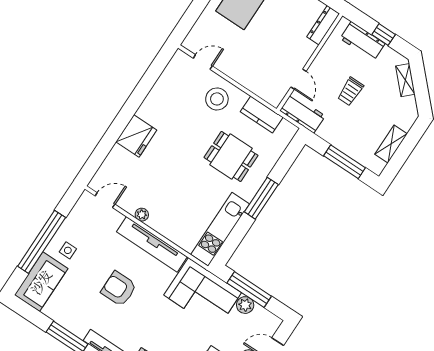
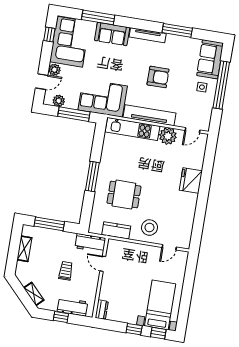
dresser: (323, 25) -> (102, 310), width x0.70
plant: (142, 215) -> (168, 136), width x1.88, depth x1.88
kitchen unit: (220, 229) -> (133, 129), moved, turned 90
plant: (245, 305) -> (59, 101), moved

